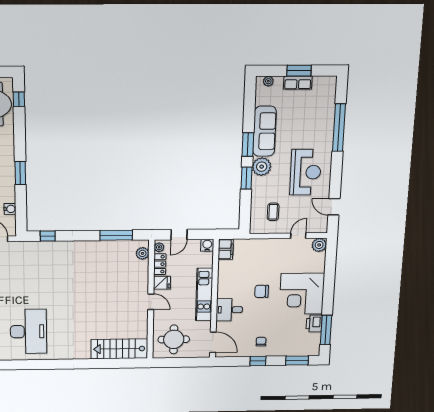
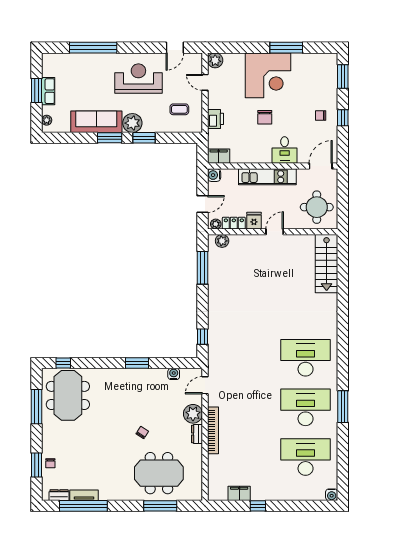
door: (179, 235) -> (202, 204), hinge flipped
printer: (314, 324) -> (216, 119), moved, turned -90
window: (326, 330) -> (286, 48), moved

